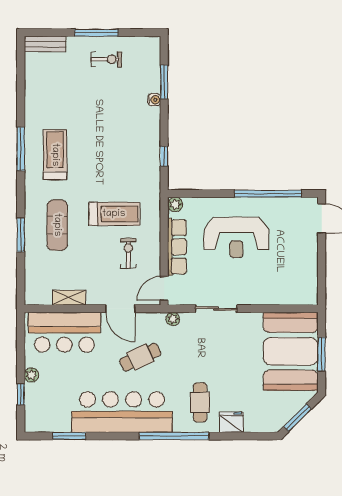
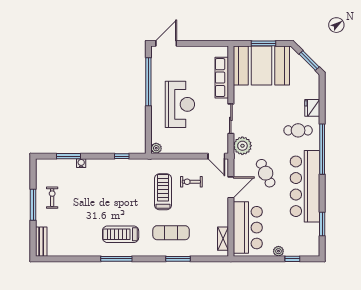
row of seats: (177, 247) -> (222, 78), moved, turned -90
shelving: (69, 298) -> (223, 239), moved
plant: (173, 319) -> (242, 146), width x1.88, depth x1.88

